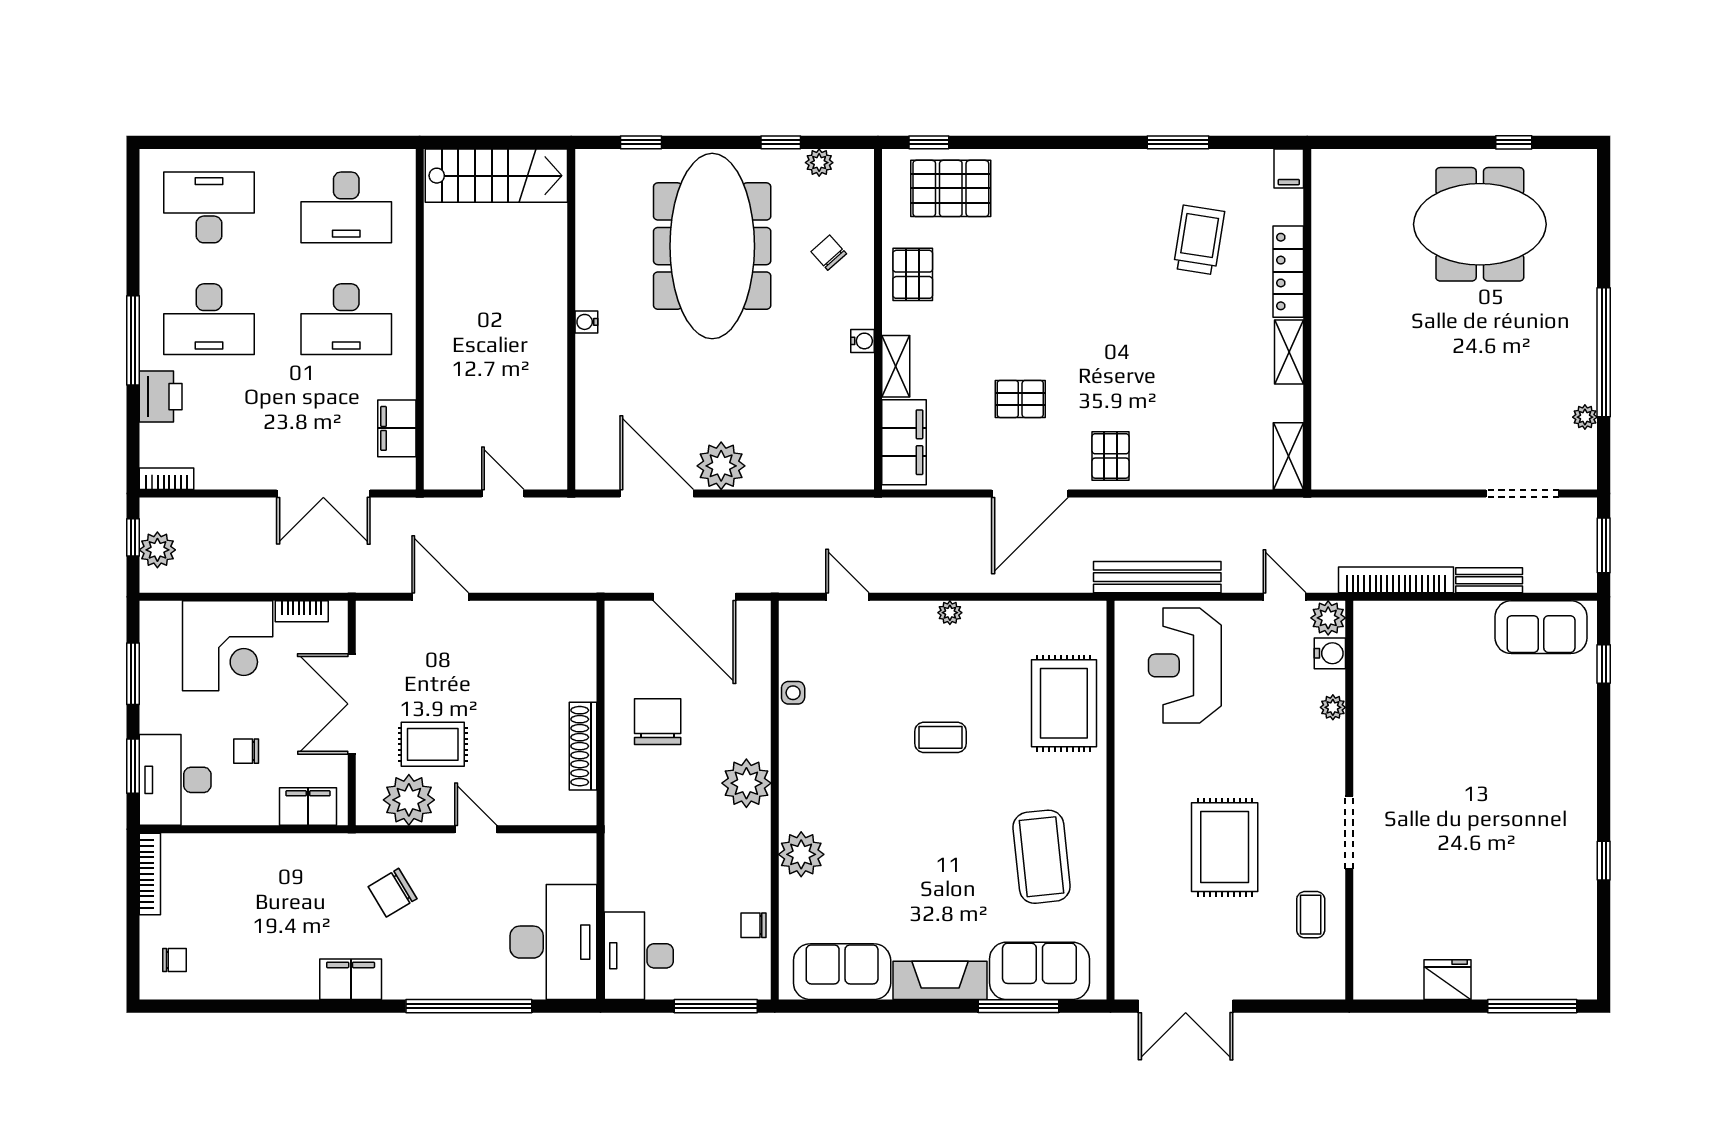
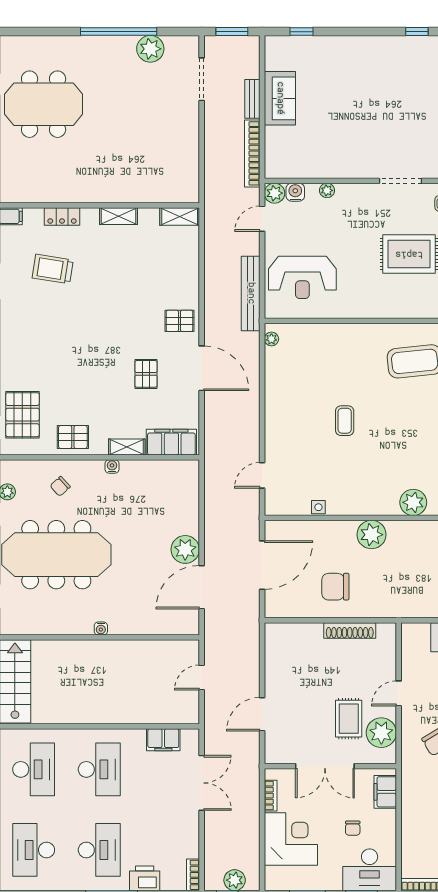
meeting table: (1480, 224) -> (44, 104), turned 90
locker: (1288, 272) -> (62, 217), width x0.66
plant: (1585, 417) -> (150, 49), width x1.87, depth x1.87
plant: (950, 613) -> (271, 339), moved
sofa: (1541, 627) -> (280, 98), moved
rug: (1064, 703) -> (325, 348), removed

